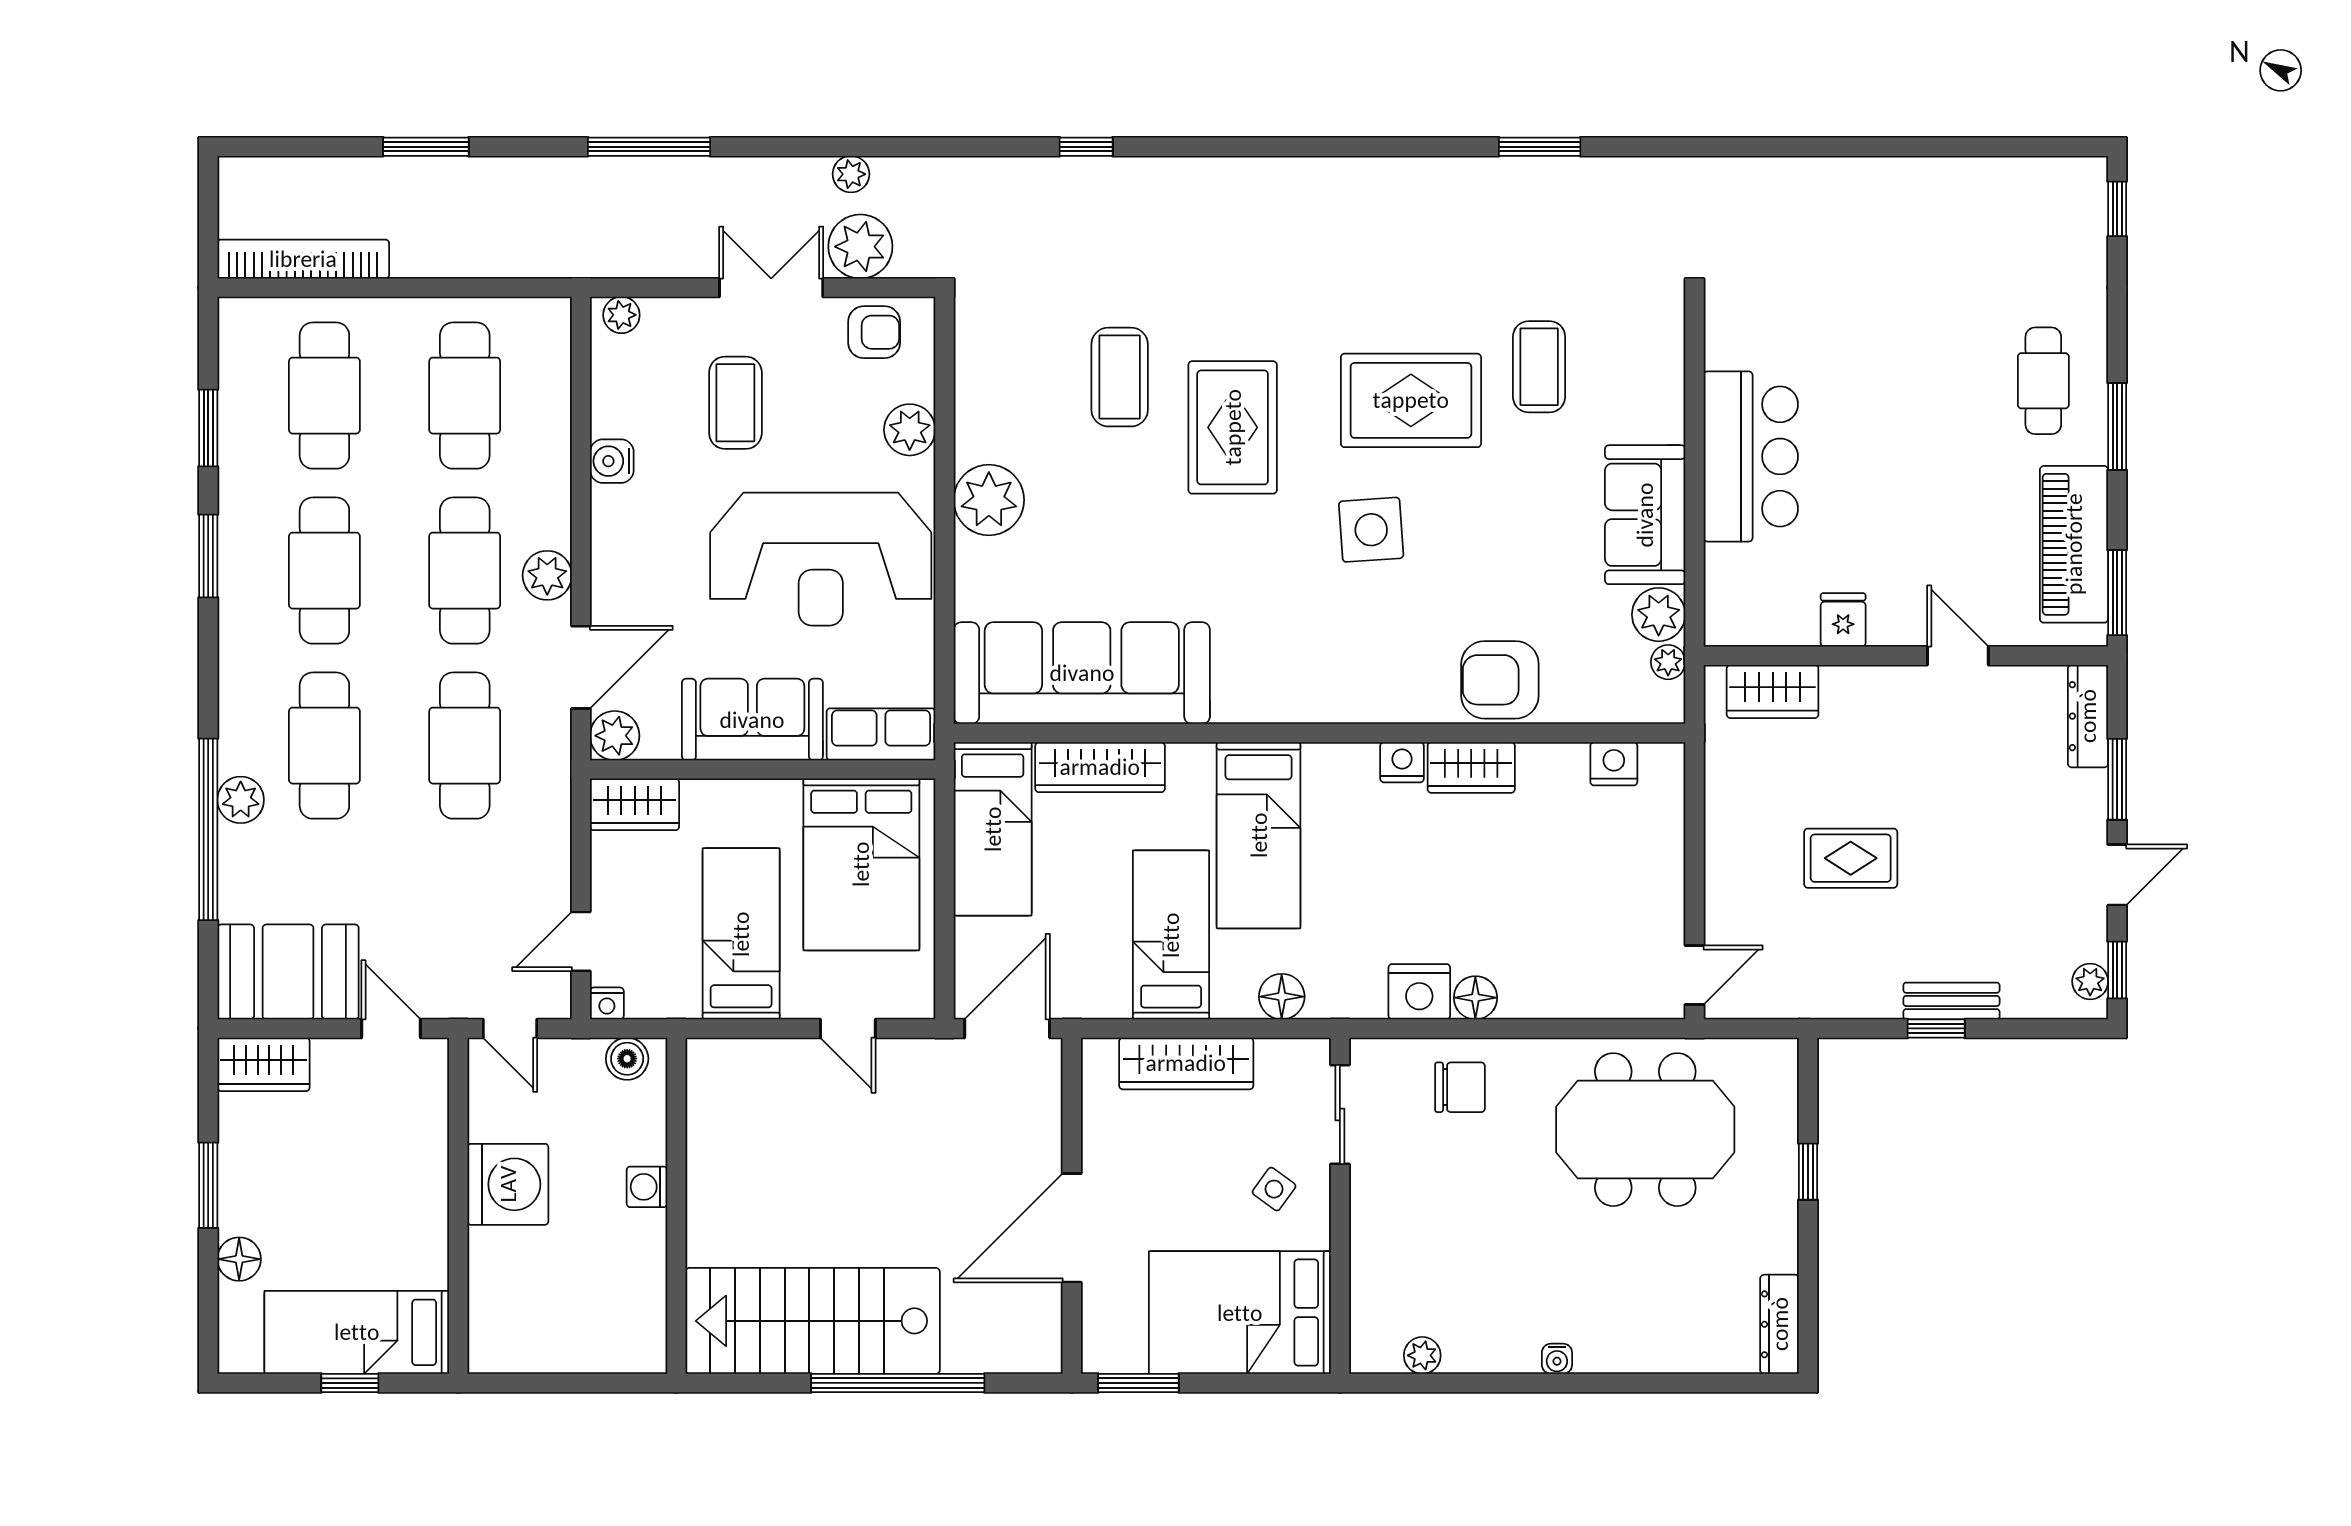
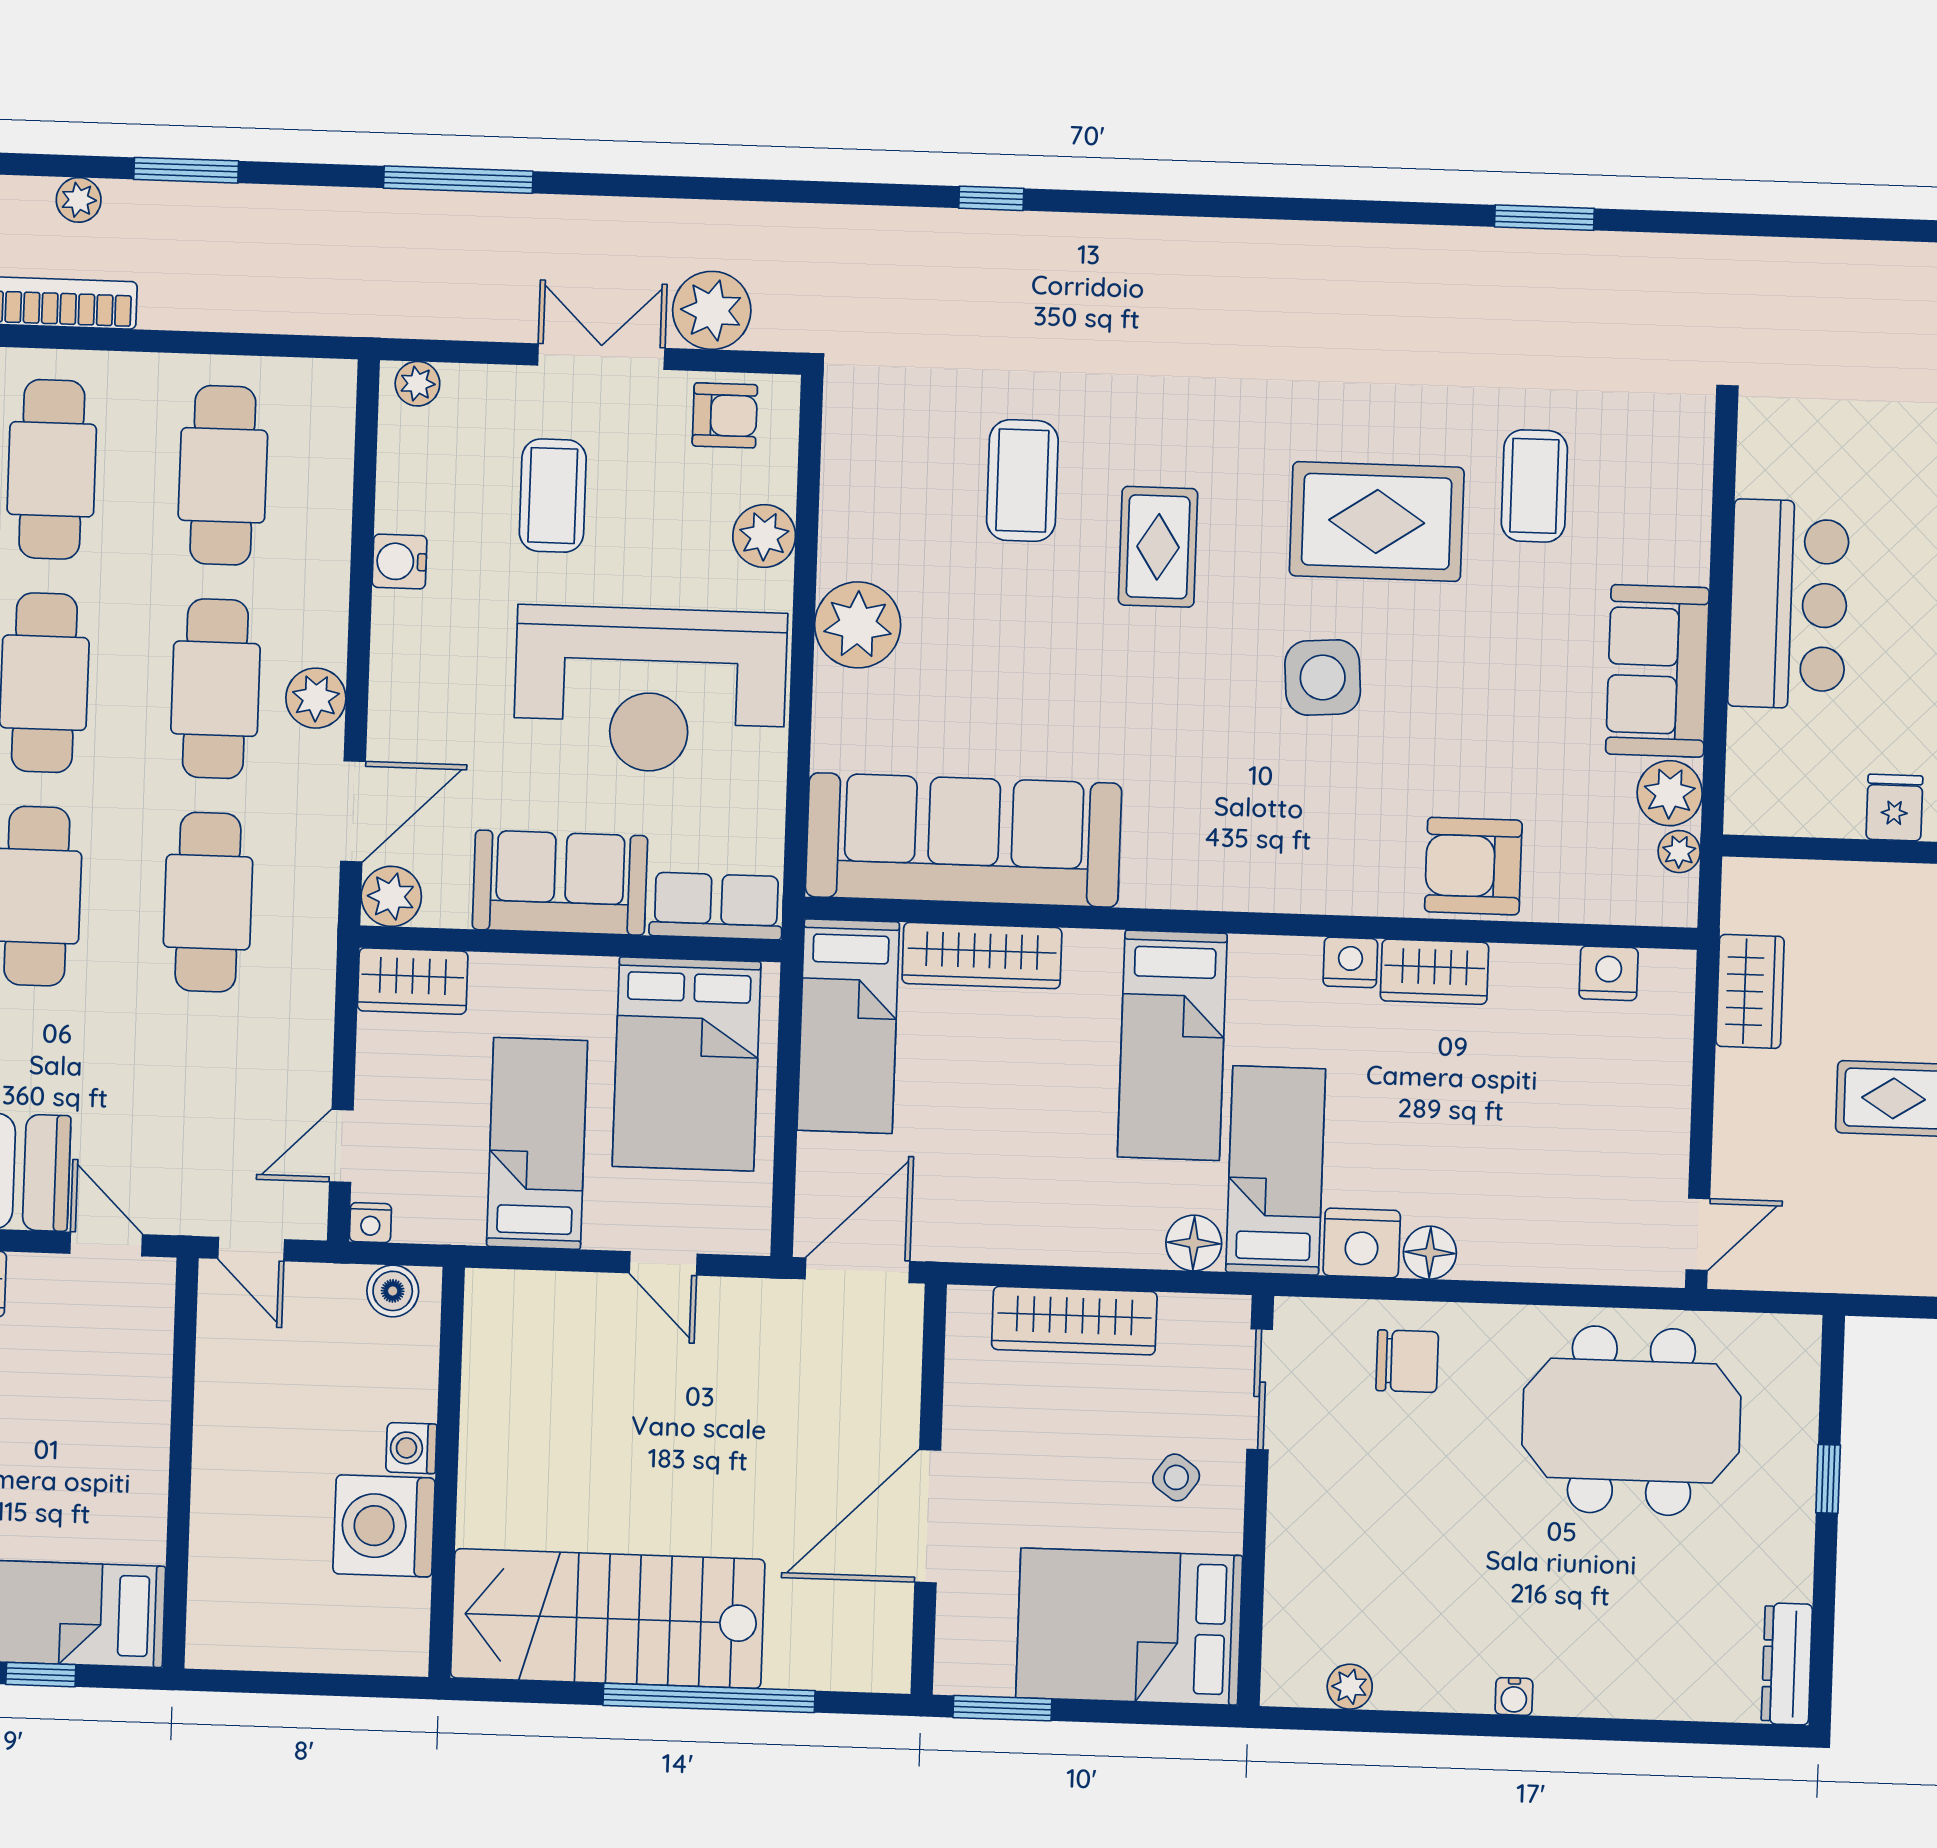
plant: (851, 174) -> (79, 200), moved
rug: (1233, 427) -> (1158, 547), width x0.73, depth x0.70
wardrobe: (1773, 691) -> (1750, 991), moved, turned -90
bed: (1171, 935) -> (1276, 1170), moved
washing machine: (508, 1184) -> (384, 1526), moved, turned 180

